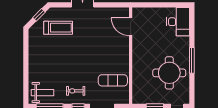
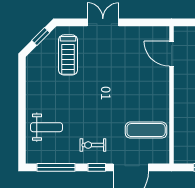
treadmill: (58, 28) -> (68, 55), turned 90
weight bench: (42, 93) -> (46, 127), moved

